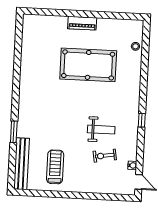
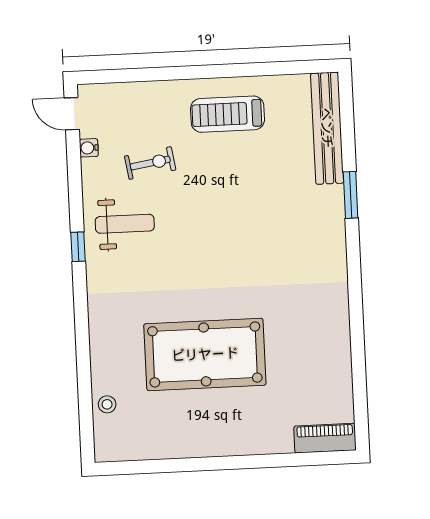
piano: (82, 23) -> (325, 438), moved
weight bench: (101, 130) -> (125, 224), moved, turned 180
treadmill: (55, 167) -> (228, 114), moved, turned 90

